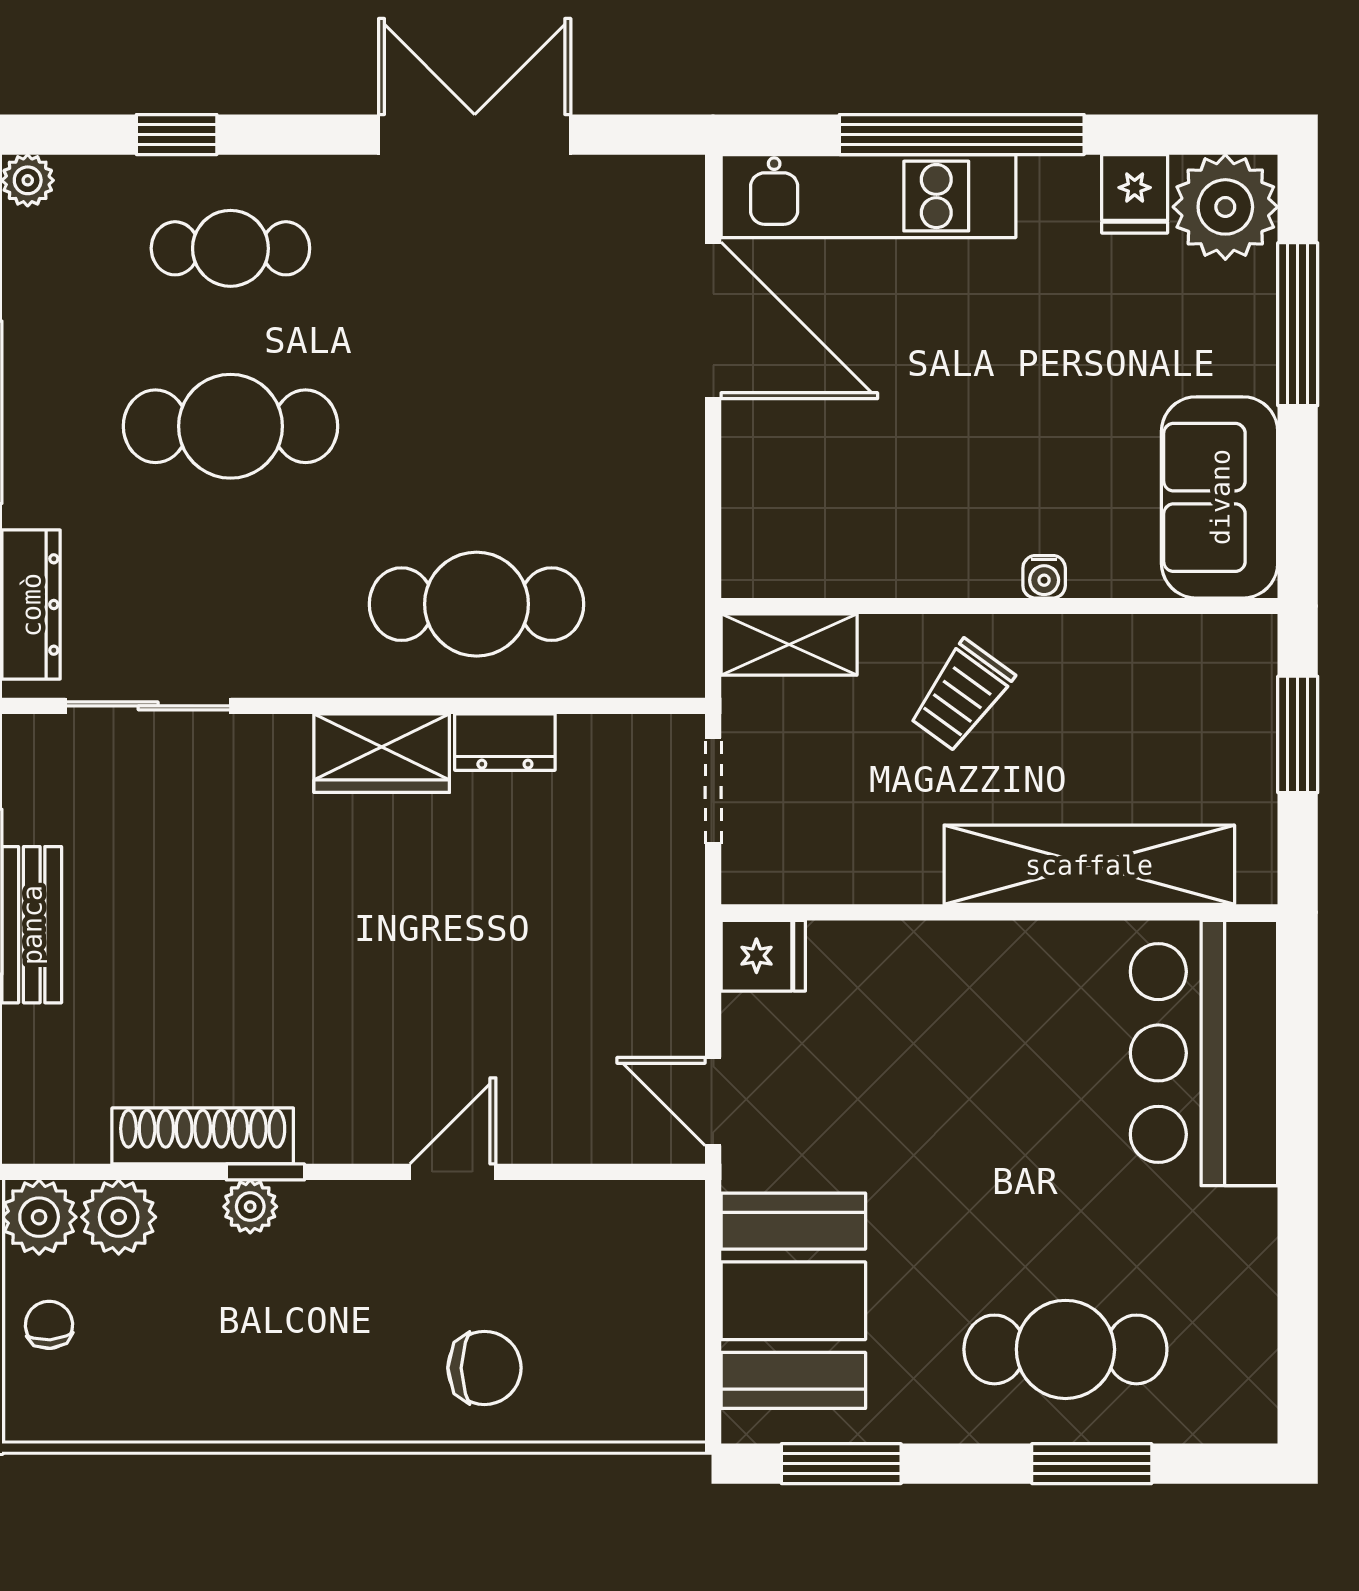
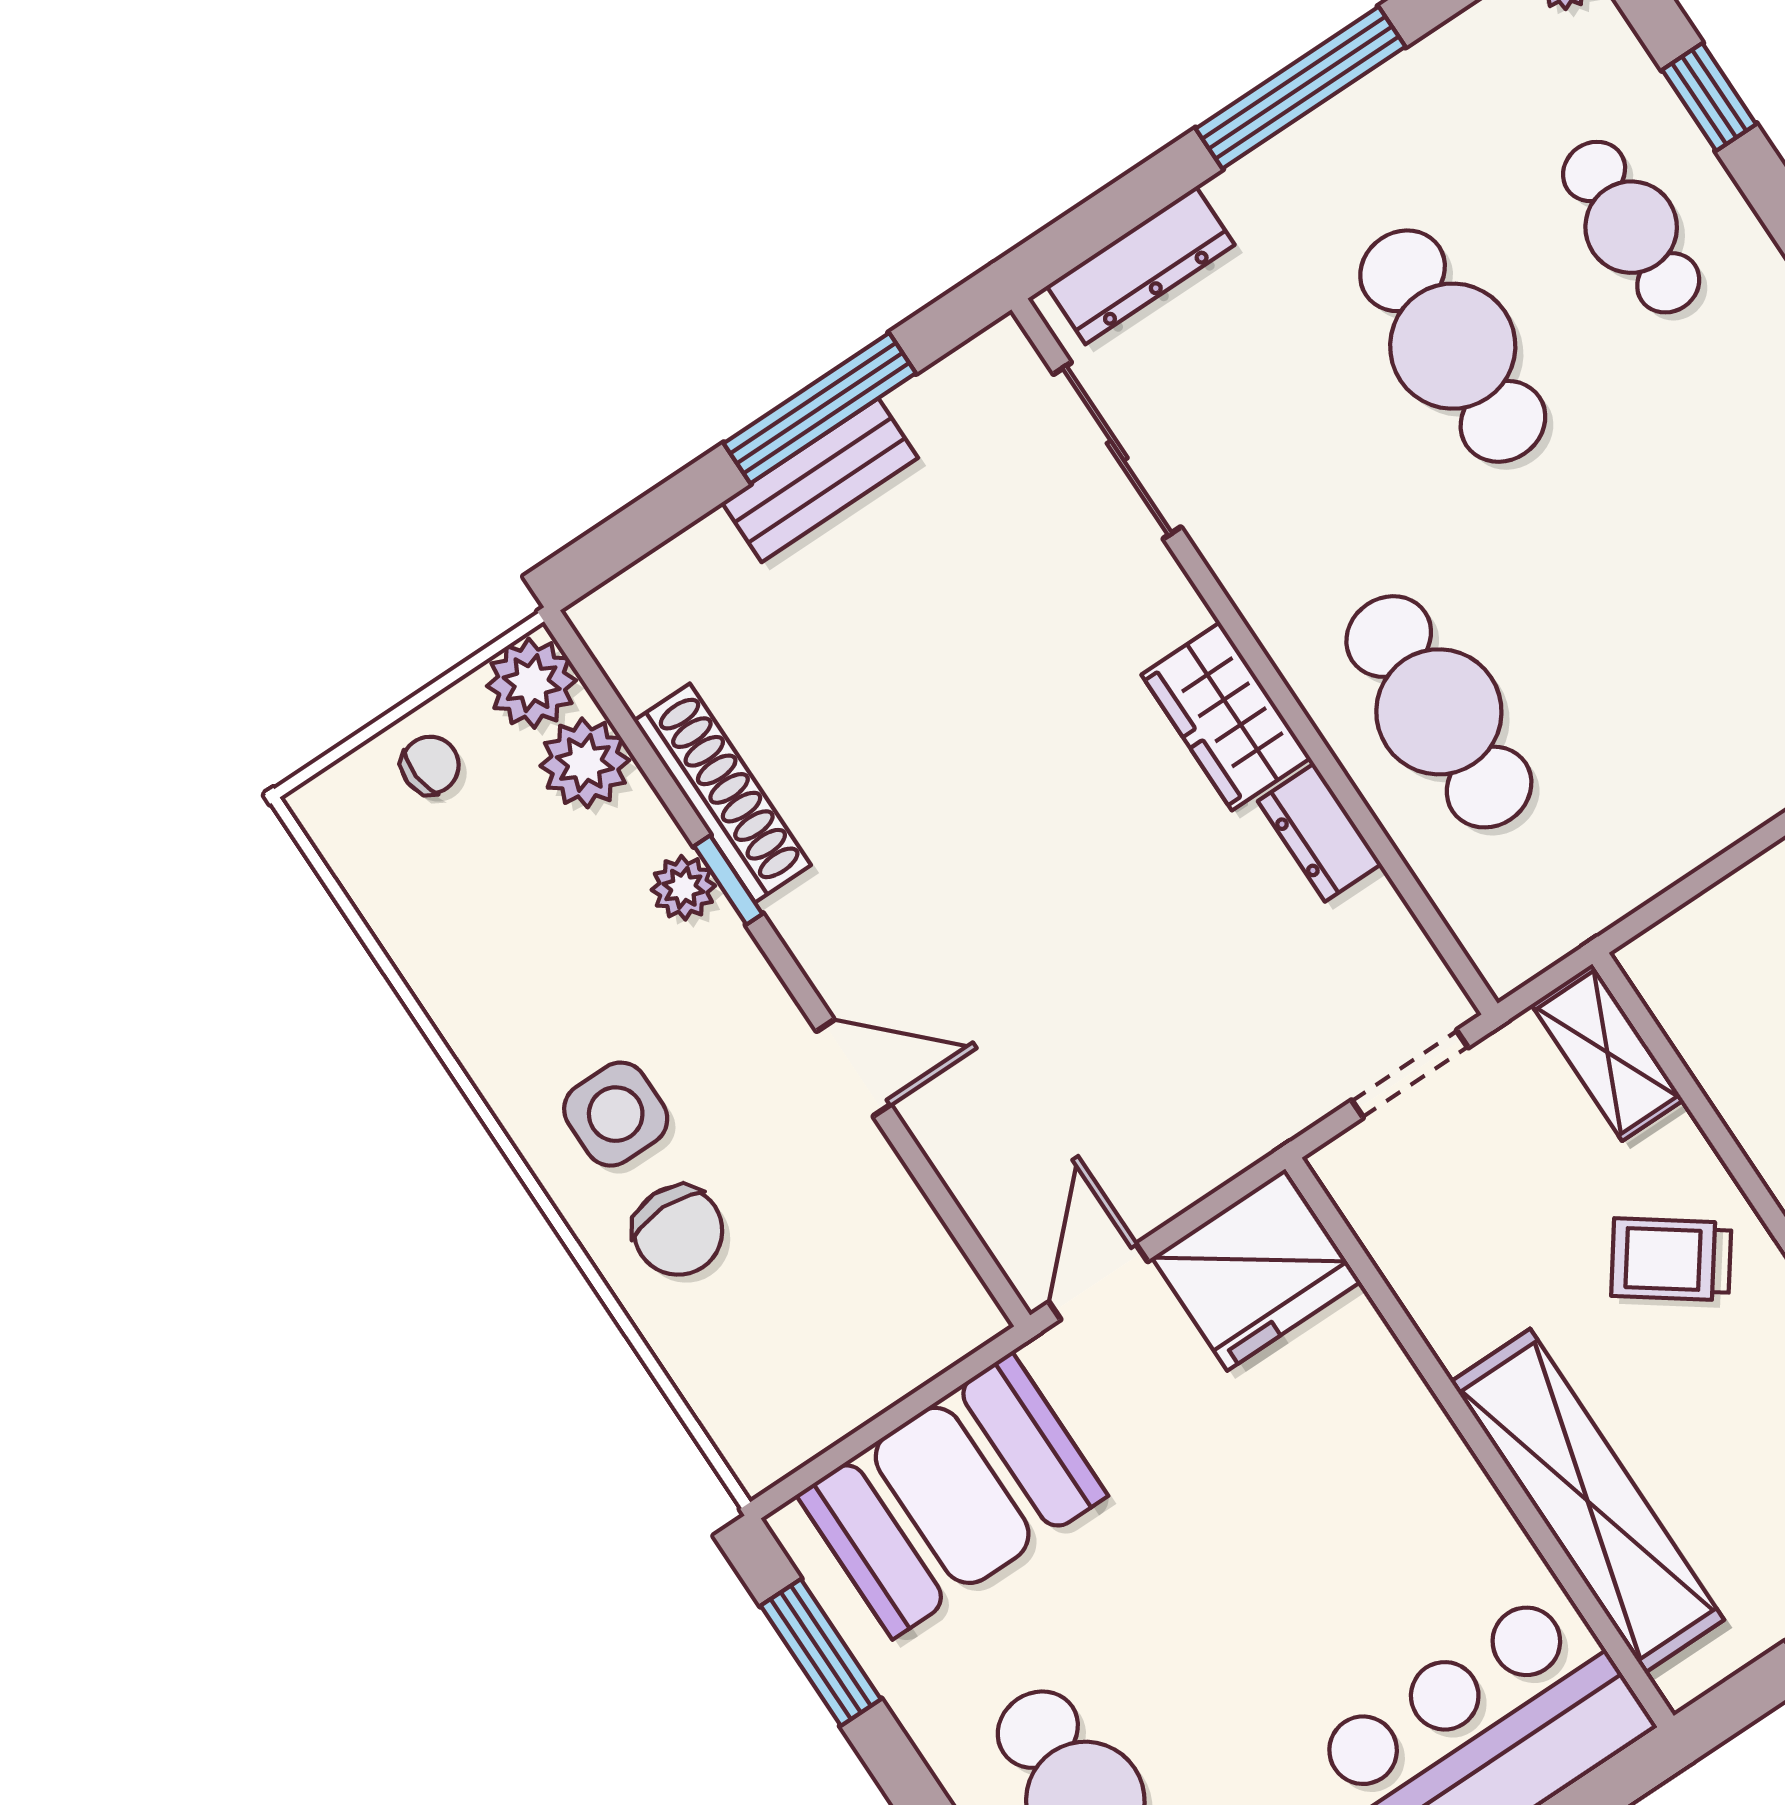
fridge: (763, 956) -> (1256, 1270), width x1.88, depth x1.34
side table: (375, 1357) -> (616, 1114), added

